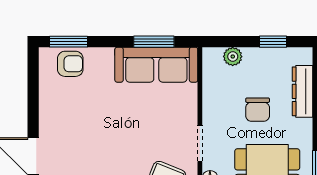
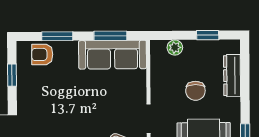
window: (69, 42) -> (57, 36), moved
armchair: (70, 64) -> (42, 54), turned 180
window: (33, 89) -> (12, 75), added

